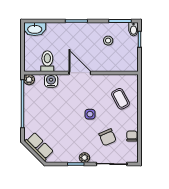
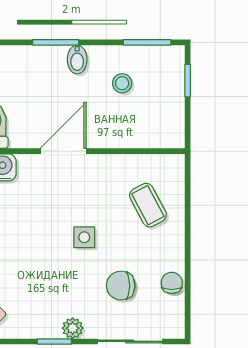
bidet: (133, 29) -> (77, 59), moved
door: (80, 73) -> (63, 151), hinge flipped
chair: (107, 137) -> (121, 286), turned 113

